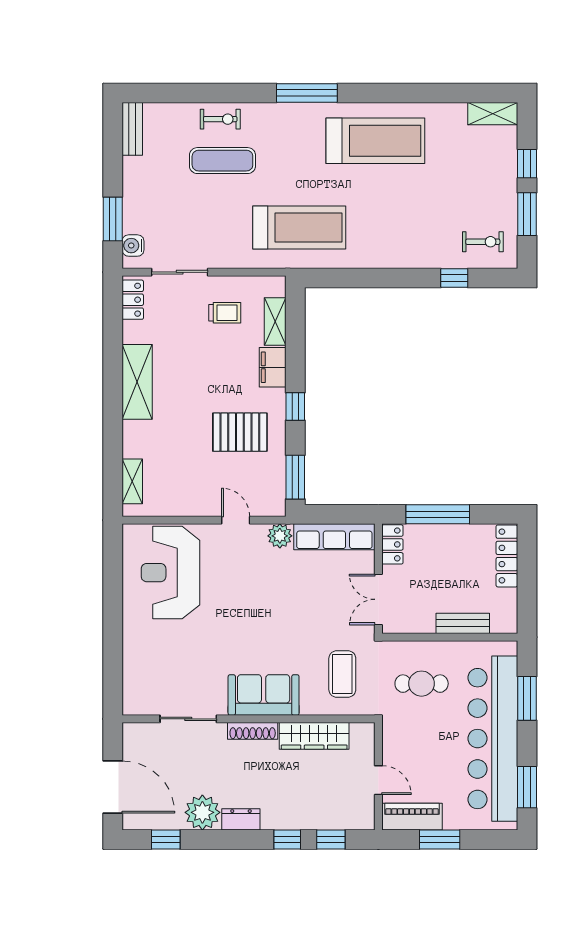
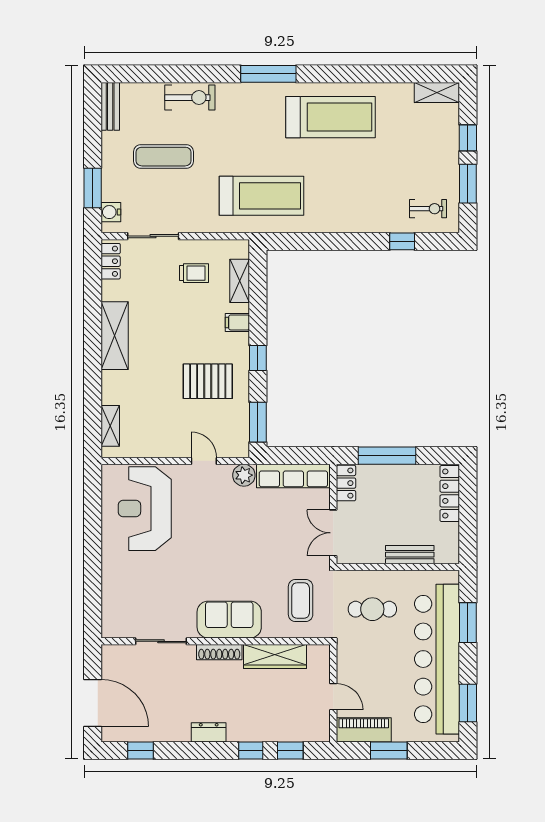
exercise bike: (220, 119) -> (190, 98), width x1.38, depth x1.39
exercise mat: (222, 161) -> (164, 157), moved
filing cabinet: (273, 367) -> (237, 322), width x0.50
plant: (202, 812) -> (174, 726), removed

